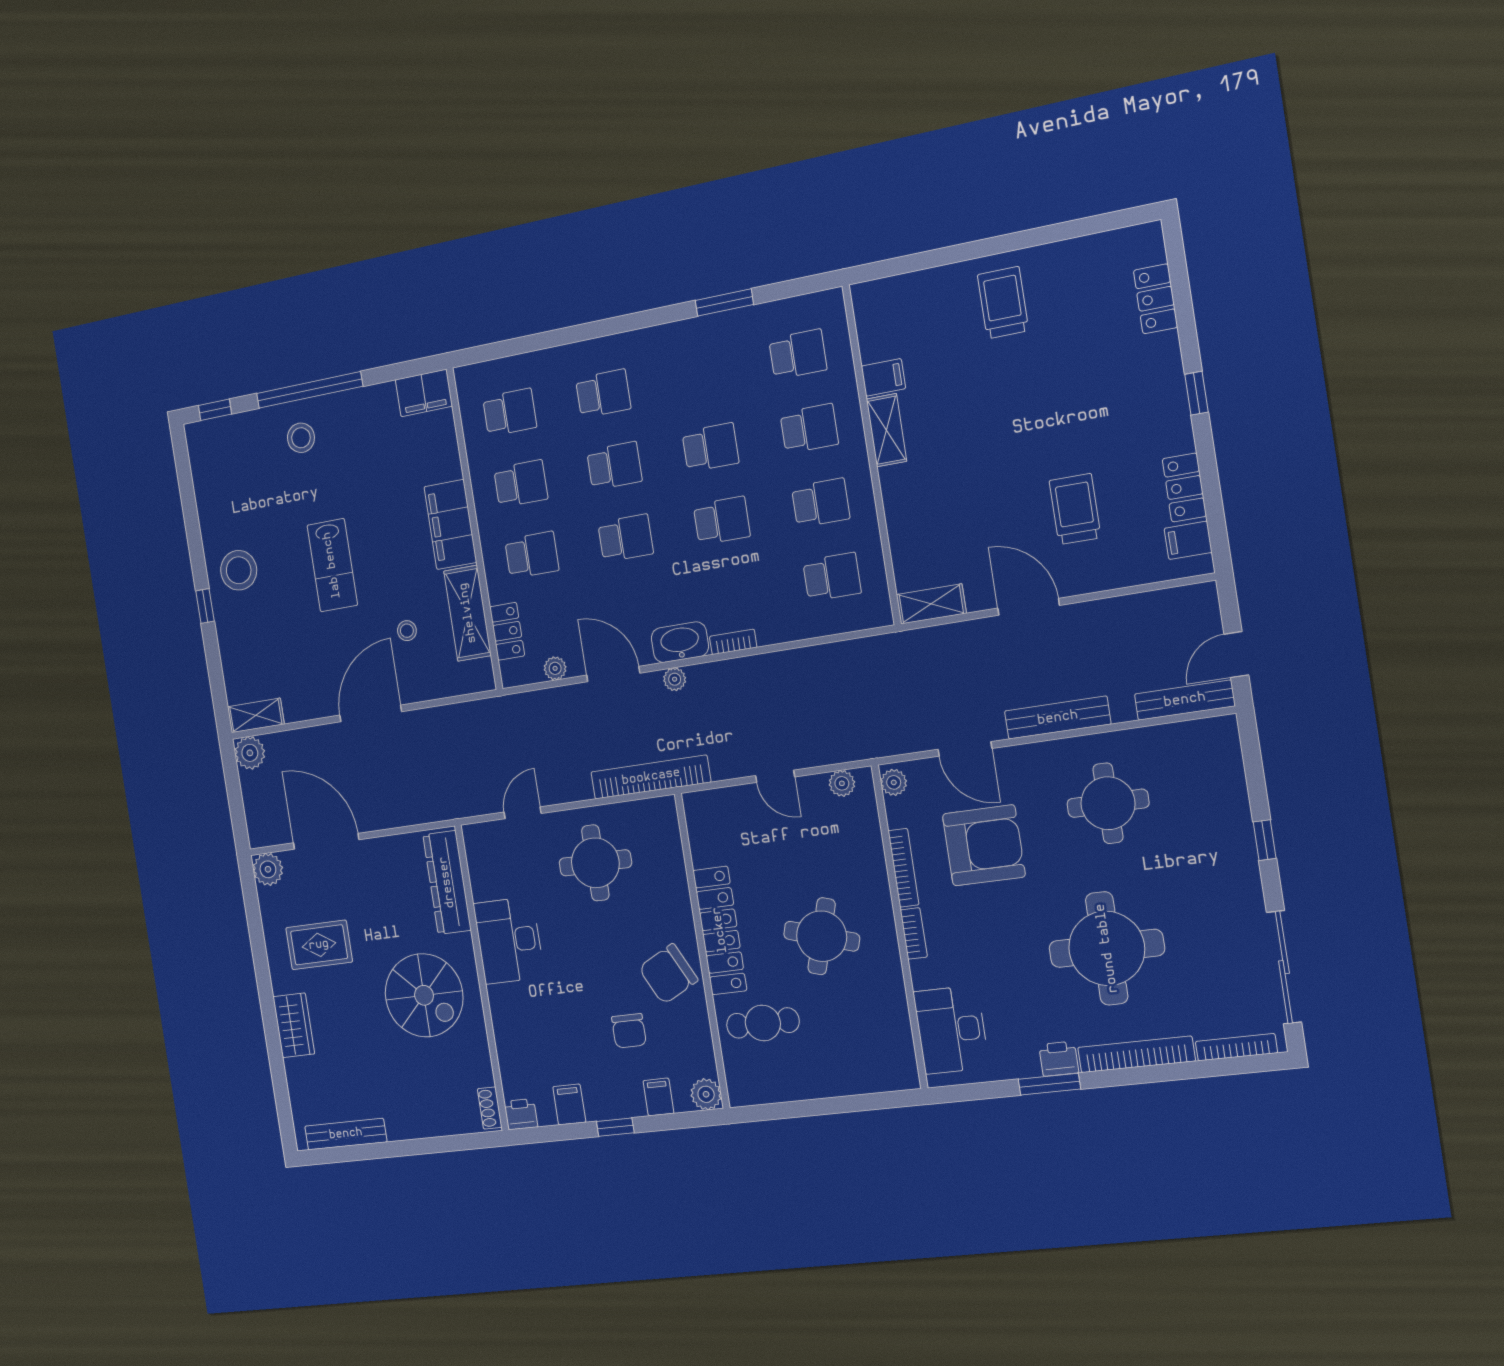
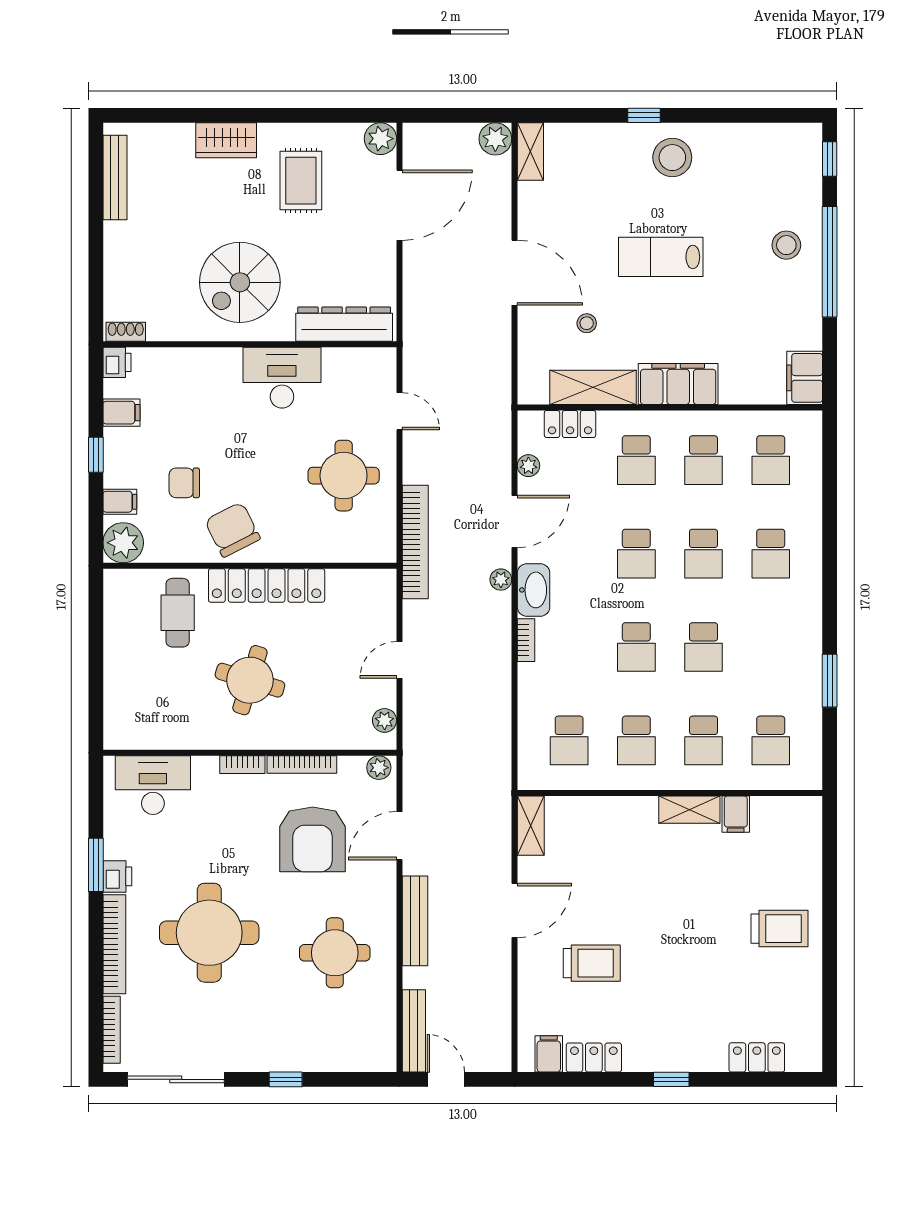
plant: (706, 1094) -> (123, 543), width x1.36, depth x1.36

